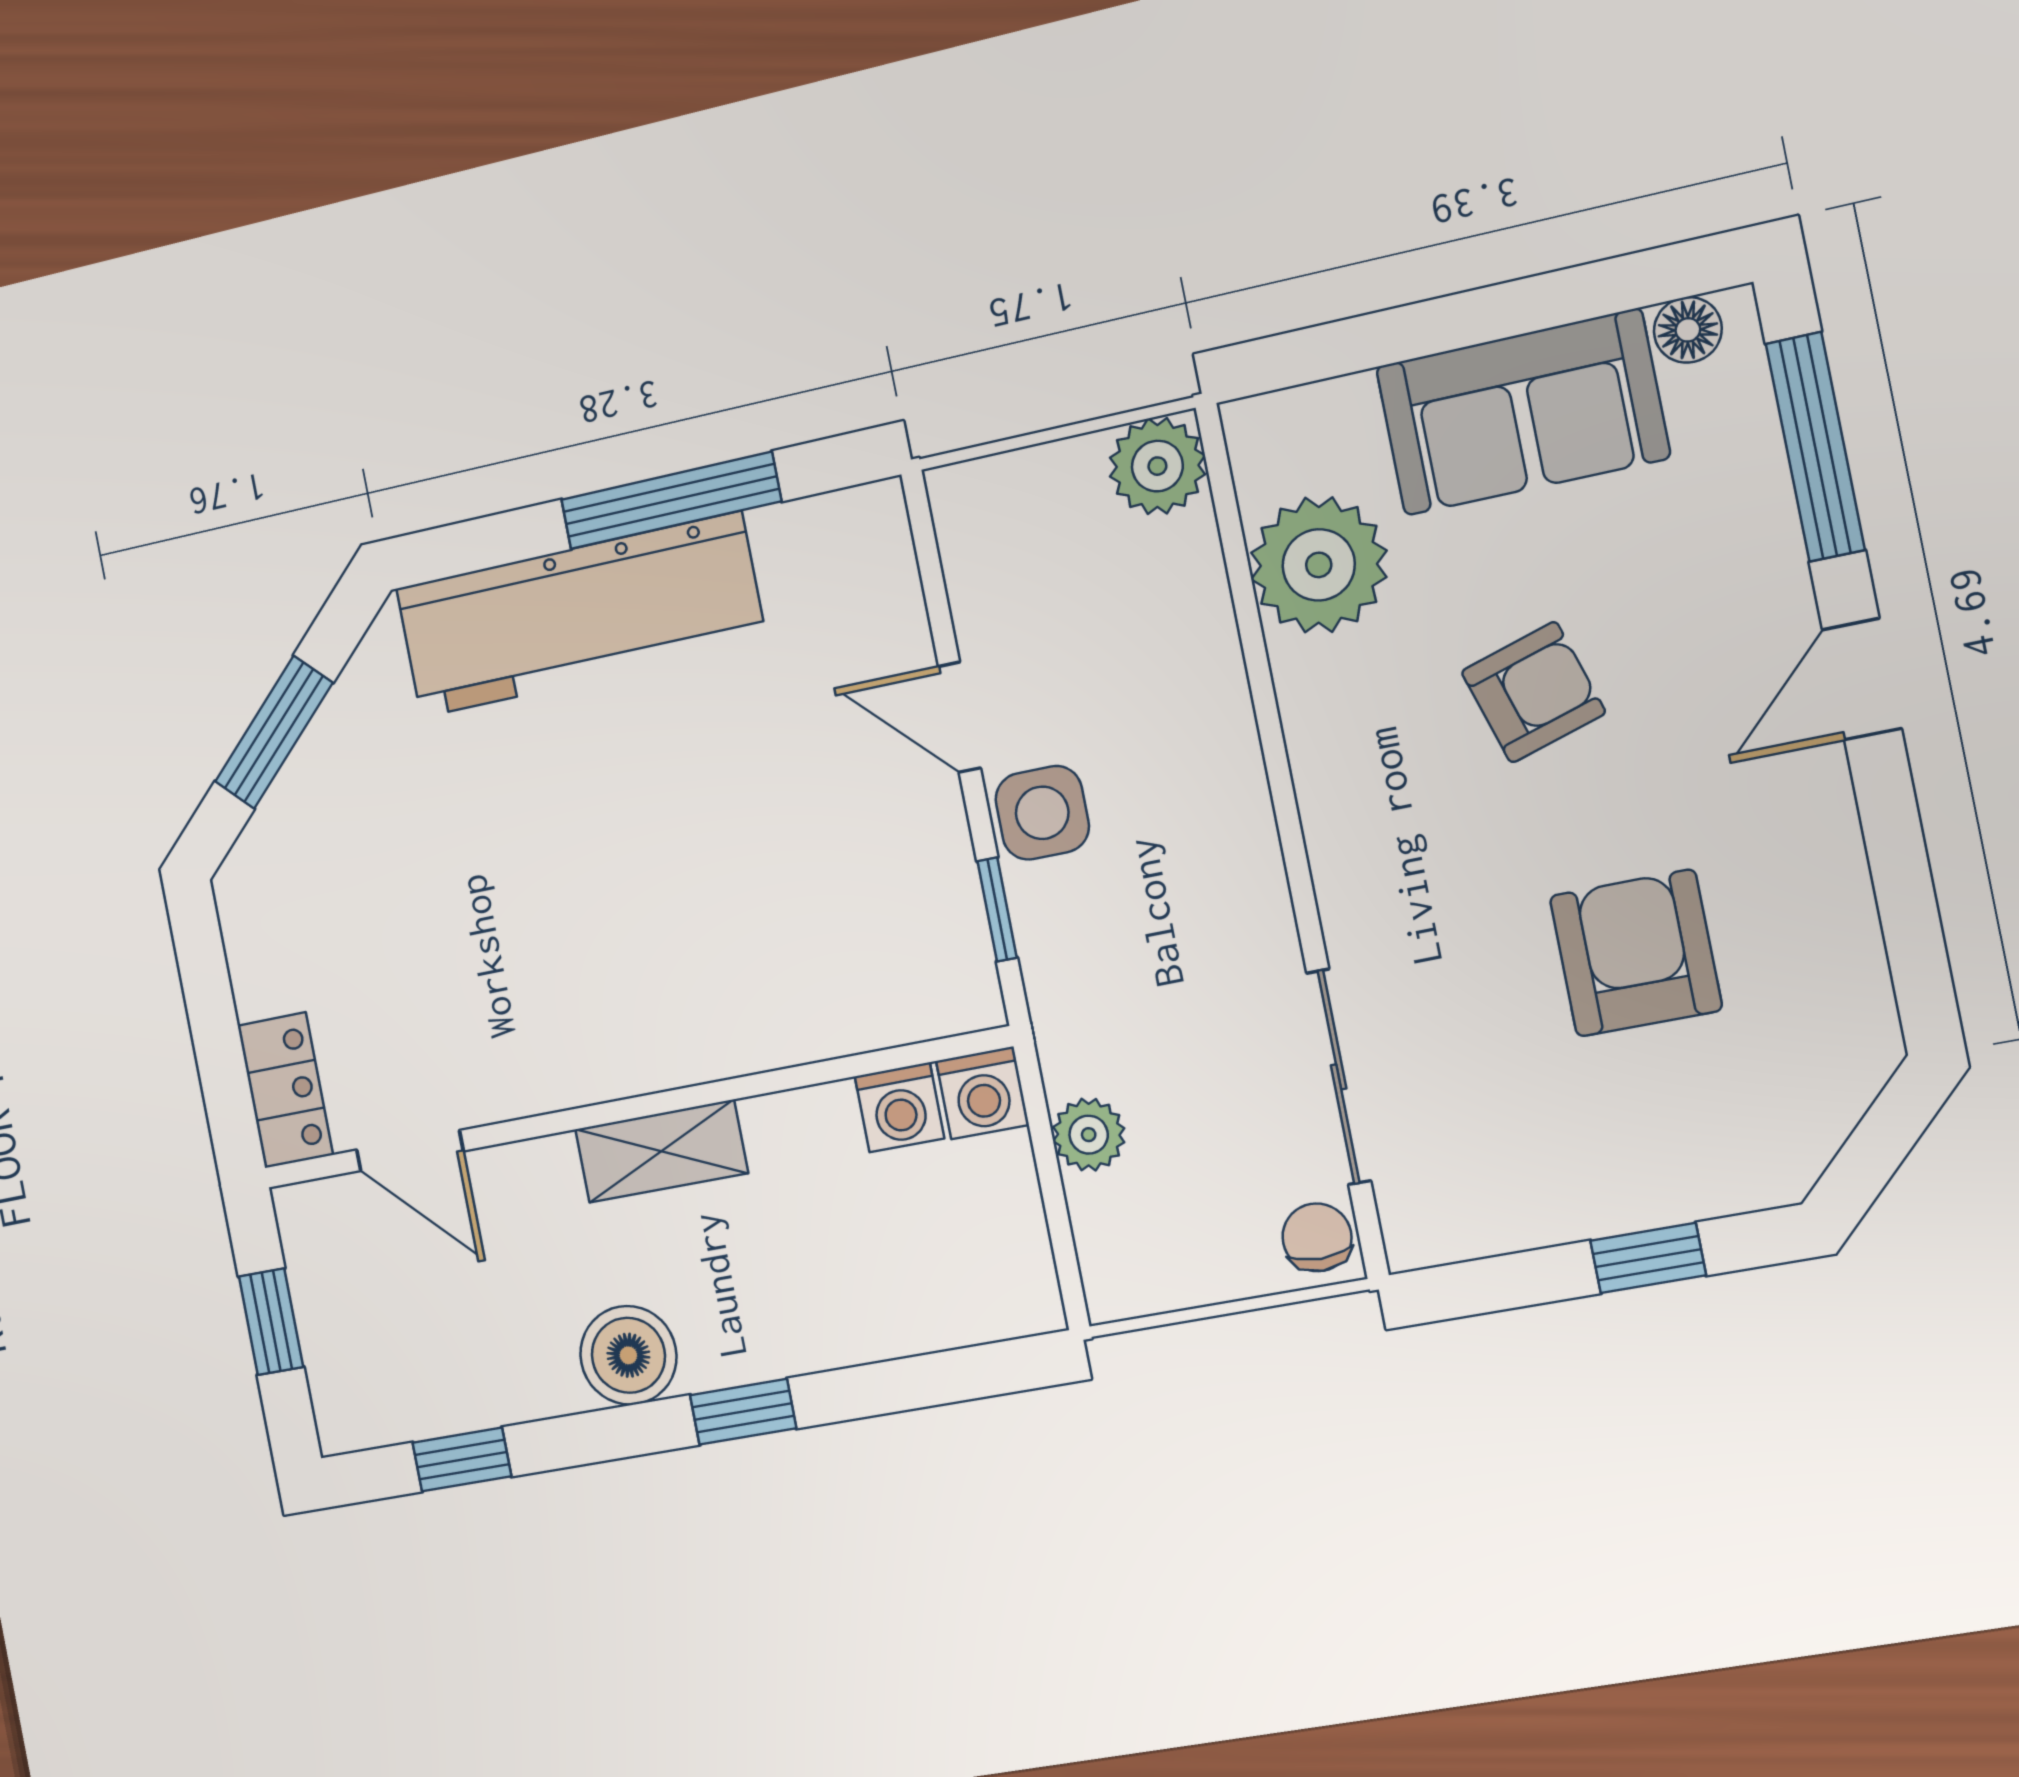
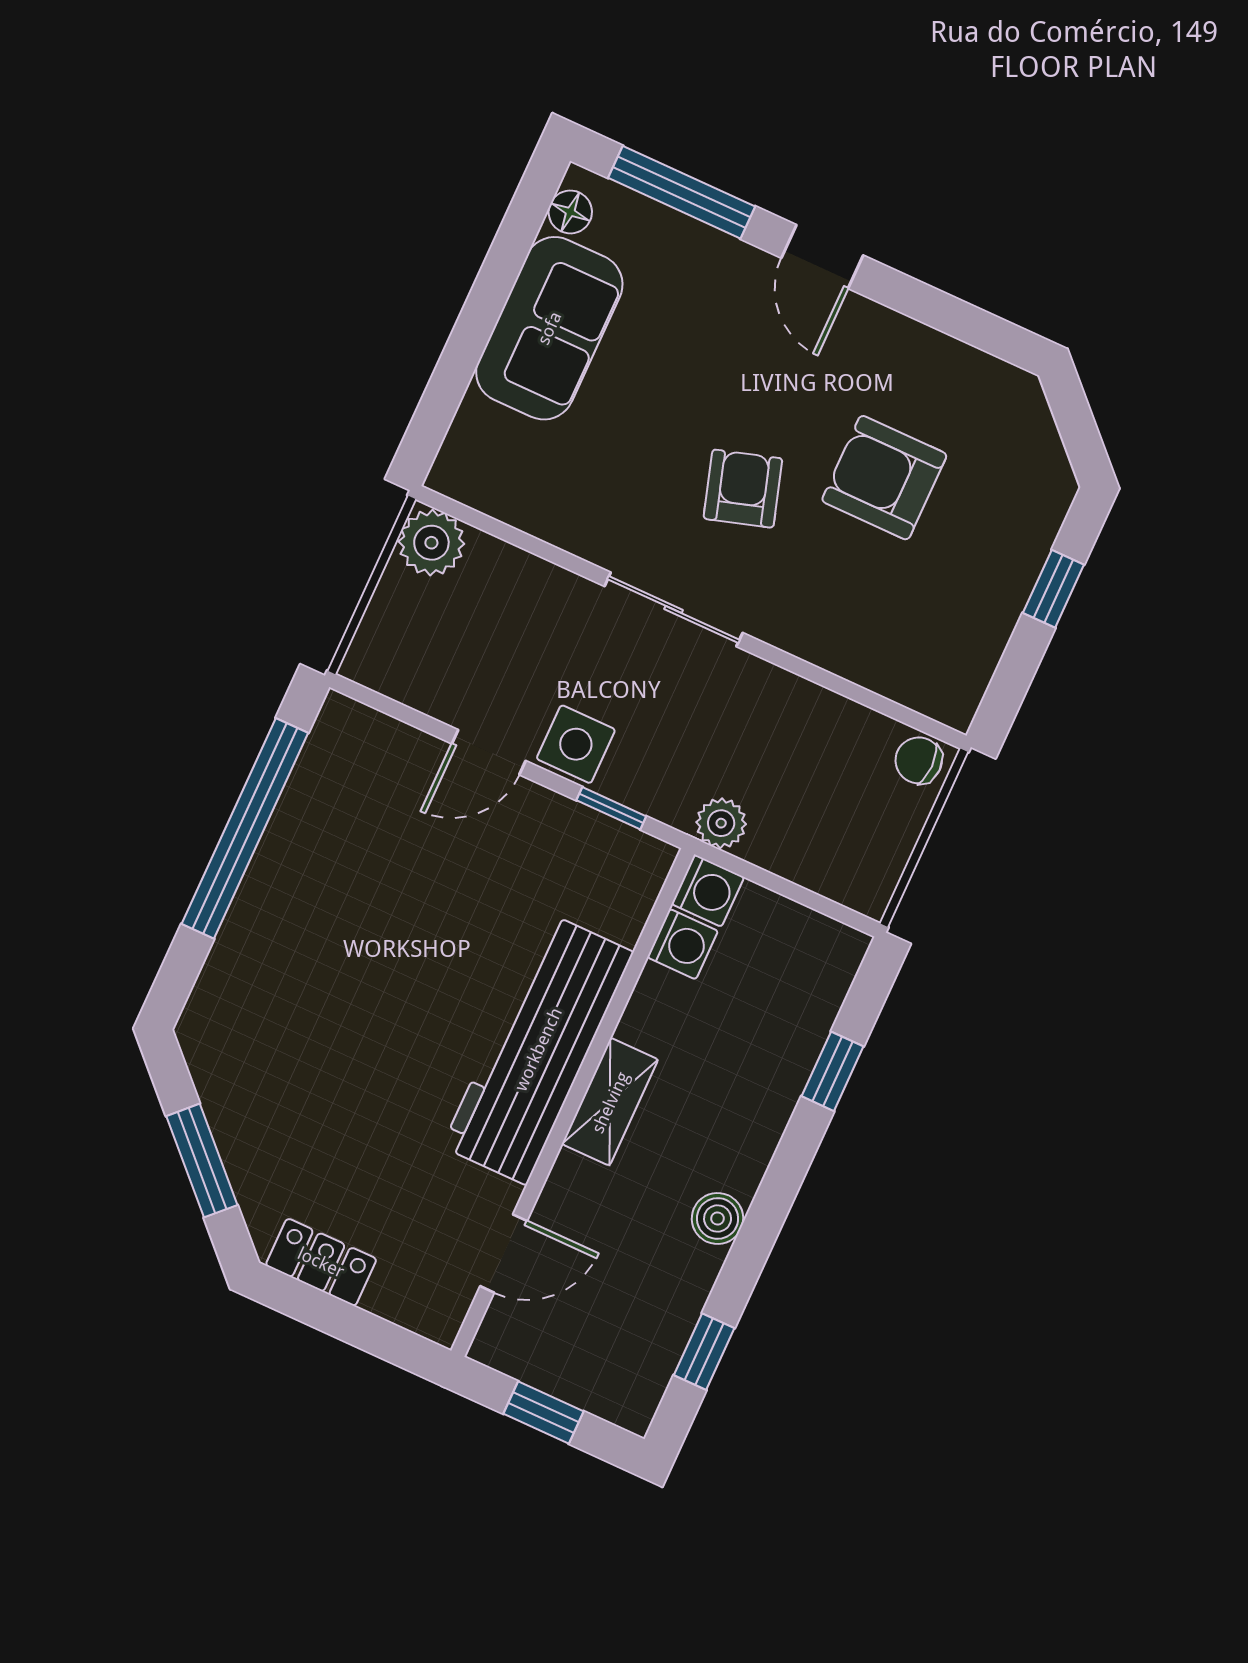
window: (671, 500) -> (245, 828), width x1.46
plant: (1319, 565) -> (551, 495), removed
workbench: (580, 615) -> (538, 1049), moved, turned 180
armchair: (1533, 692) -> (743, 489), moved
sliding door: (1339, 1077) -> (674, 609), moved
locker: (285, 1090) -> (321, 1262), moved
plant: (1089, 1135) -> (721, 823), moved
boiler: (628, 1355) -> (718, 1218), width x0.73, depth x0.73
window: (743, 1412) -> (833, 1071), moved

